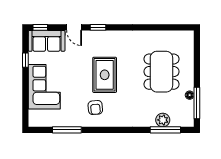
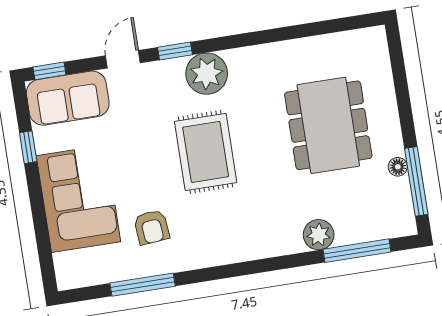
door: (74, 27) -> (123, 59), swing flipped
plant: (111, 40) -> (207, 74), added
armchair: (95, 108) -> (152, 227), moved
plant: (163, 120) -> (319, 235), moved

